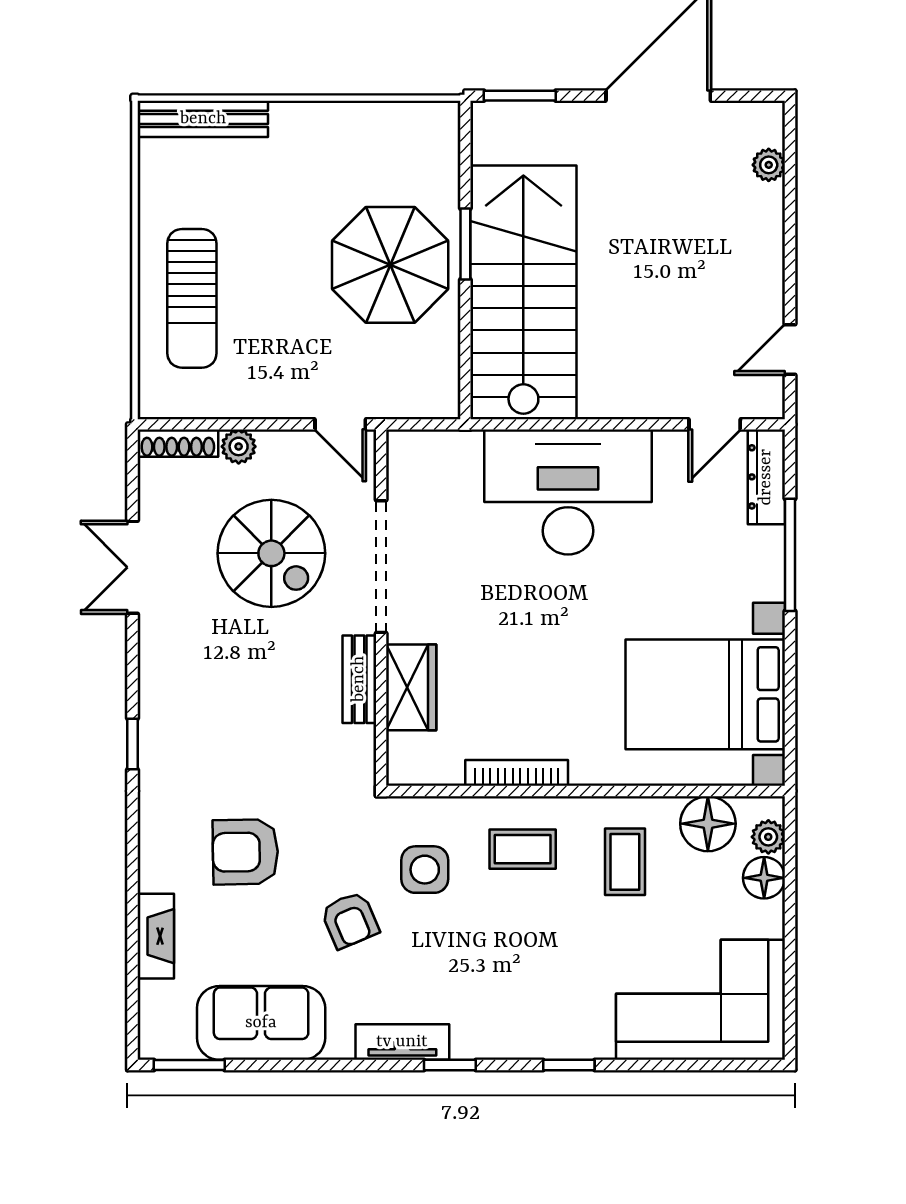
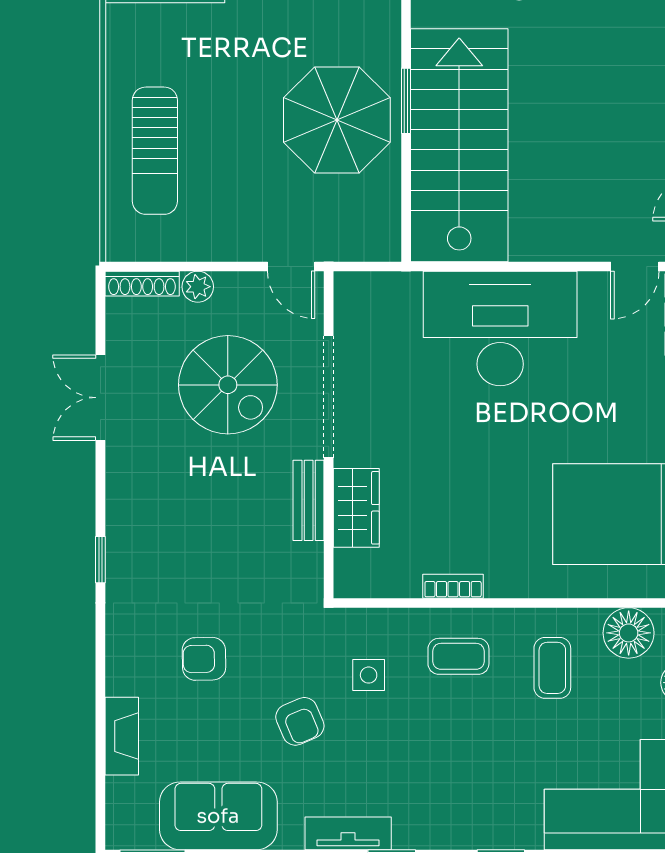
bookcase: (517, 773) -> (453, 586), width x0.64
armchair: (245, 852) -> (204, 659), width x0.72, depth x0.72
side table: (425, 870) -> (369, 675), width x0.73, depth x0.73

